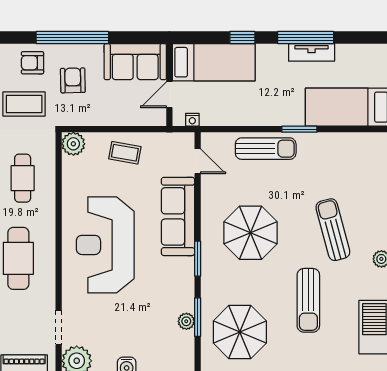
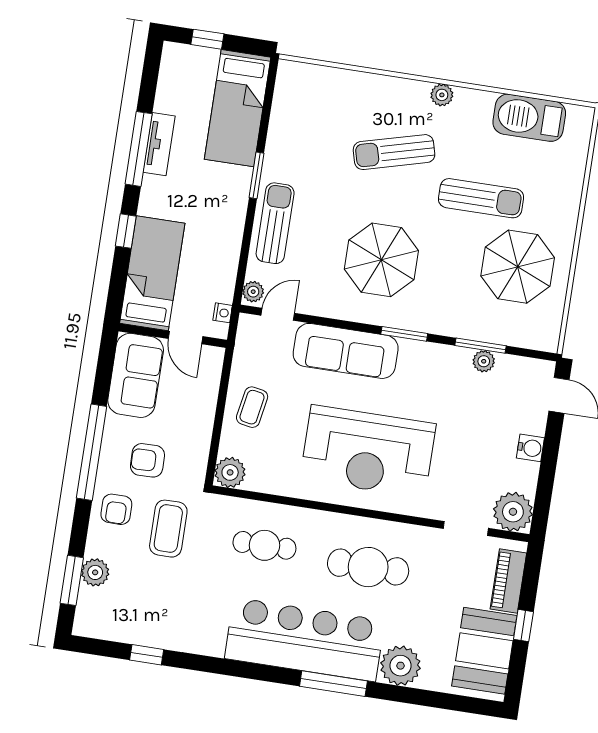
plant: (212, 140) -> (253, 292), added
parasol: (240, 332) -> (518, 267), moved

